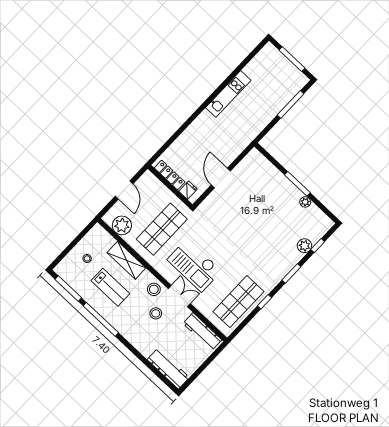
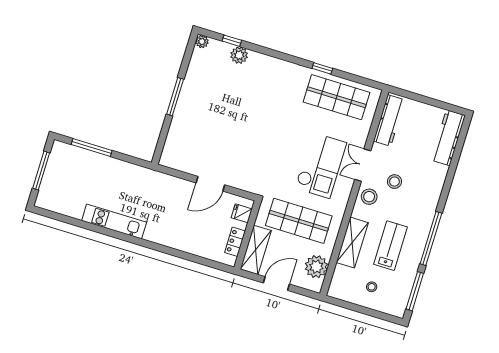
locker: (170, 175) -> (235, 242), width x0.66
shelving: (156, 187) -> (256, 250), added
plant: (305, 202) -> (202, 42), moved
window: (291, 274) -> (277, 54), removed

